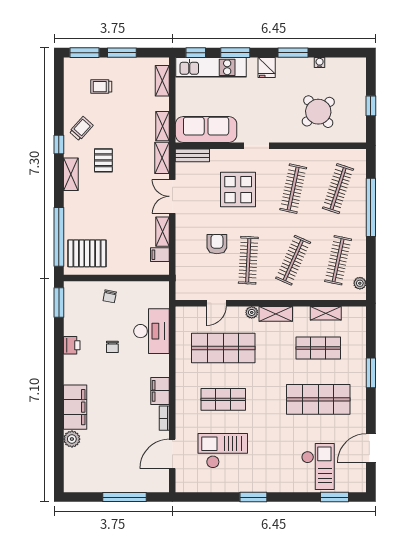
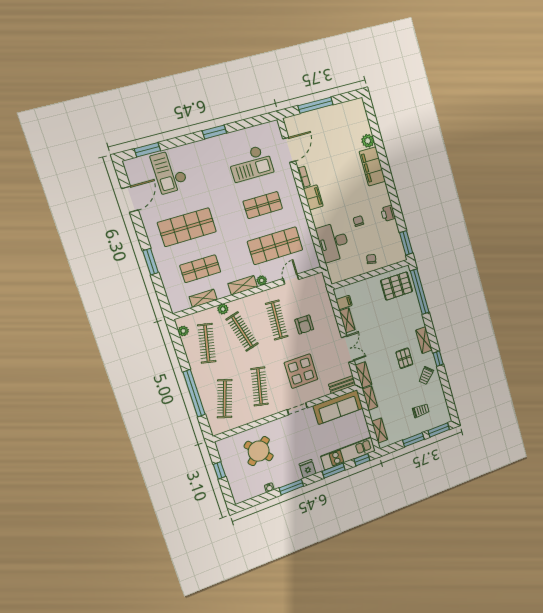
clothes rail: (293, 260) -> (242, 332), turned -39
plant: (307, 294) -> (223, 309), added

